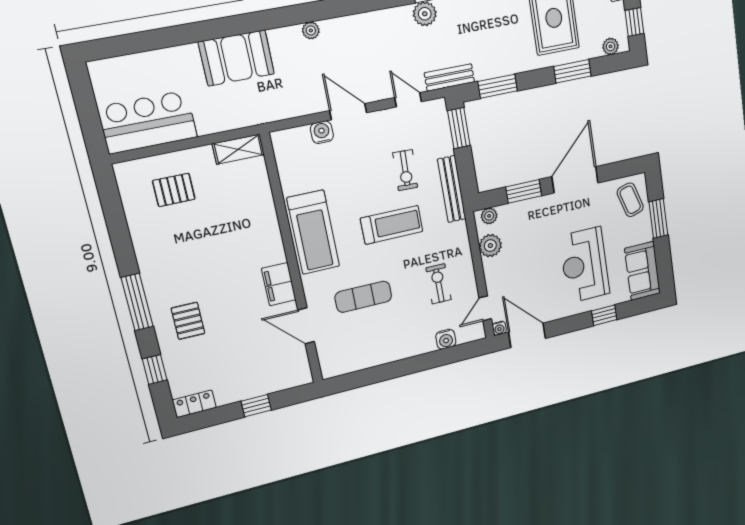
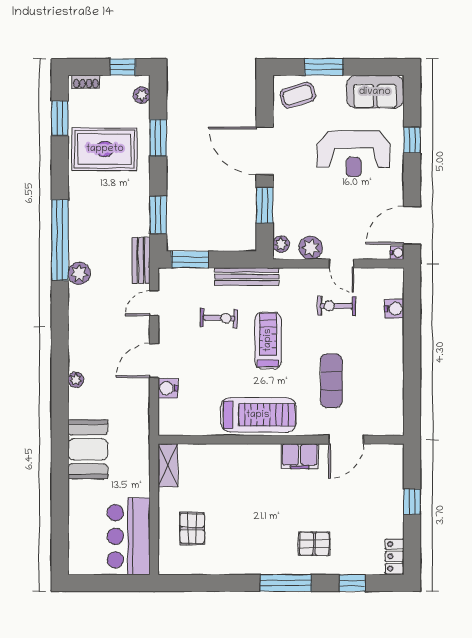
door: (485, 308) -> (341, 264), moved

